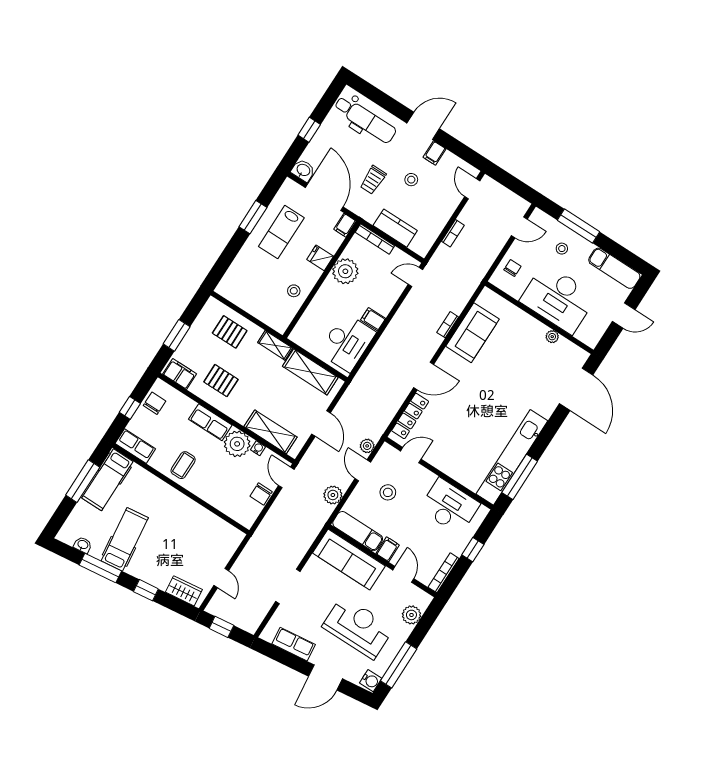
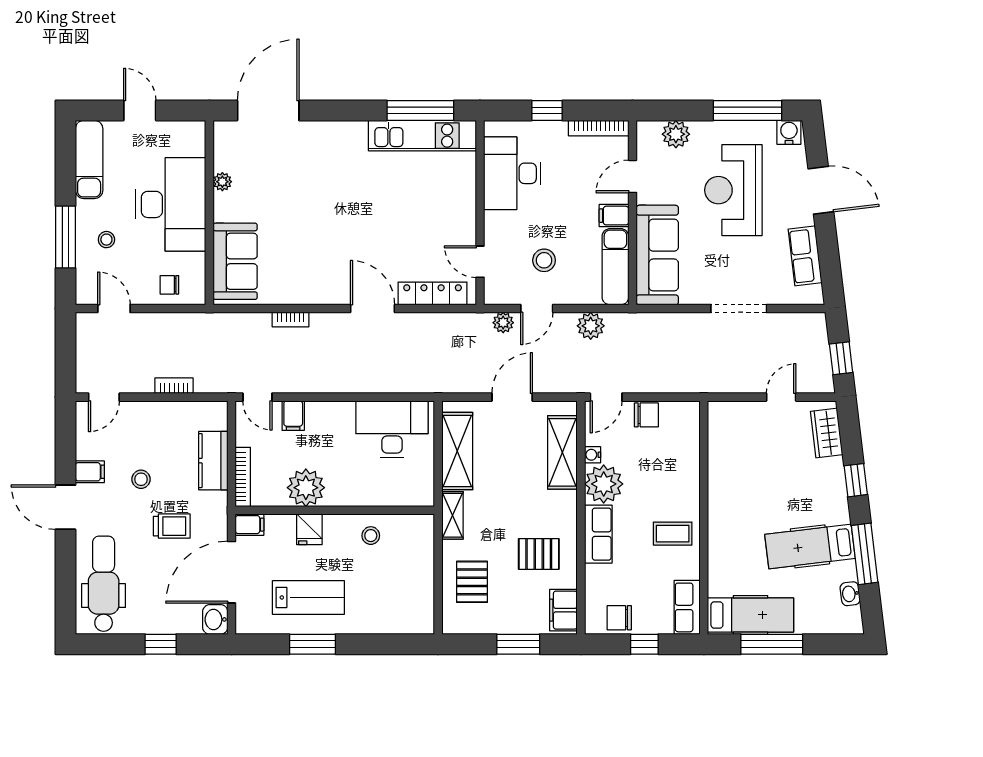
filing cabinet: (373, 319) -> (293, 416), moved
sofa: (473, 333) -> (235, 261), moved, turned 90
pallet: (221, 381) -> (539, 554), turned 90
kitchen unit: (512, 457) -> (422, 136), width x0.73

